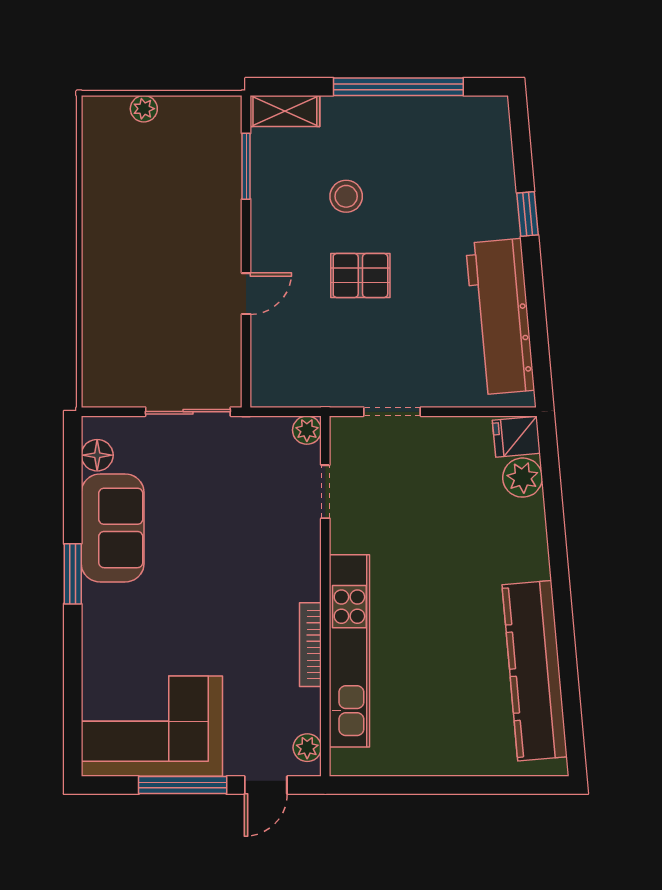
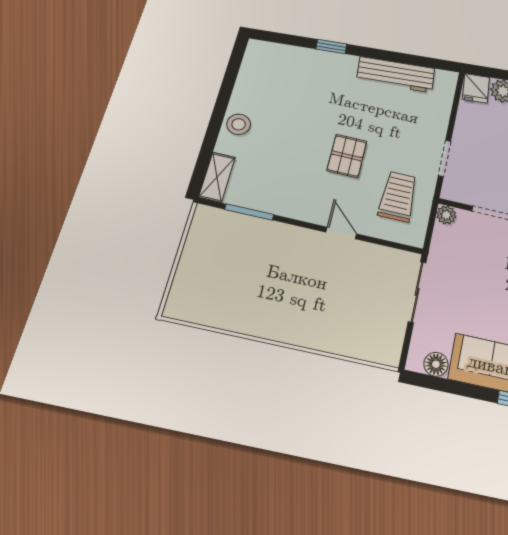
window: (398, 87) -> (222, 102), removed
plant: (144, 109) -> (185, 273), removed
stool: (346, 196) -> (239, 124), moved
workbench: (500, 317) -> (396, 75), width x0.73, depth x0.76
trolley: (318, 358) -> (398, 196), added

